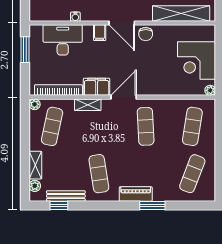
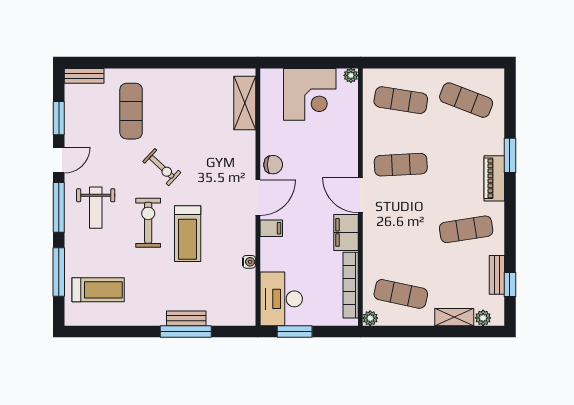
shelving: (181, 14) -> (245, 103), width x0.68
desk: (63, 40) -> (281, 299), moved
shelving: (88, 105) -> (371, 245), removed
bench: (66, 196) -> (497, 275), width x0.73

